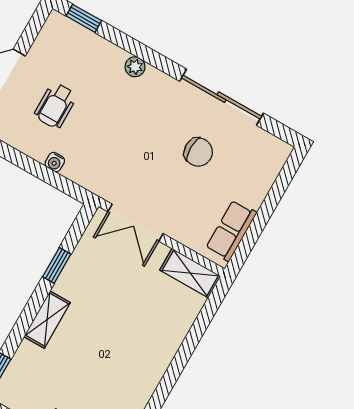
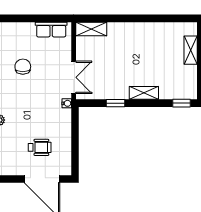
water cooler: (55, 162) -> (67, 103), moved
shelving: (190, 273) -> (91, 29), moved, turned 90

